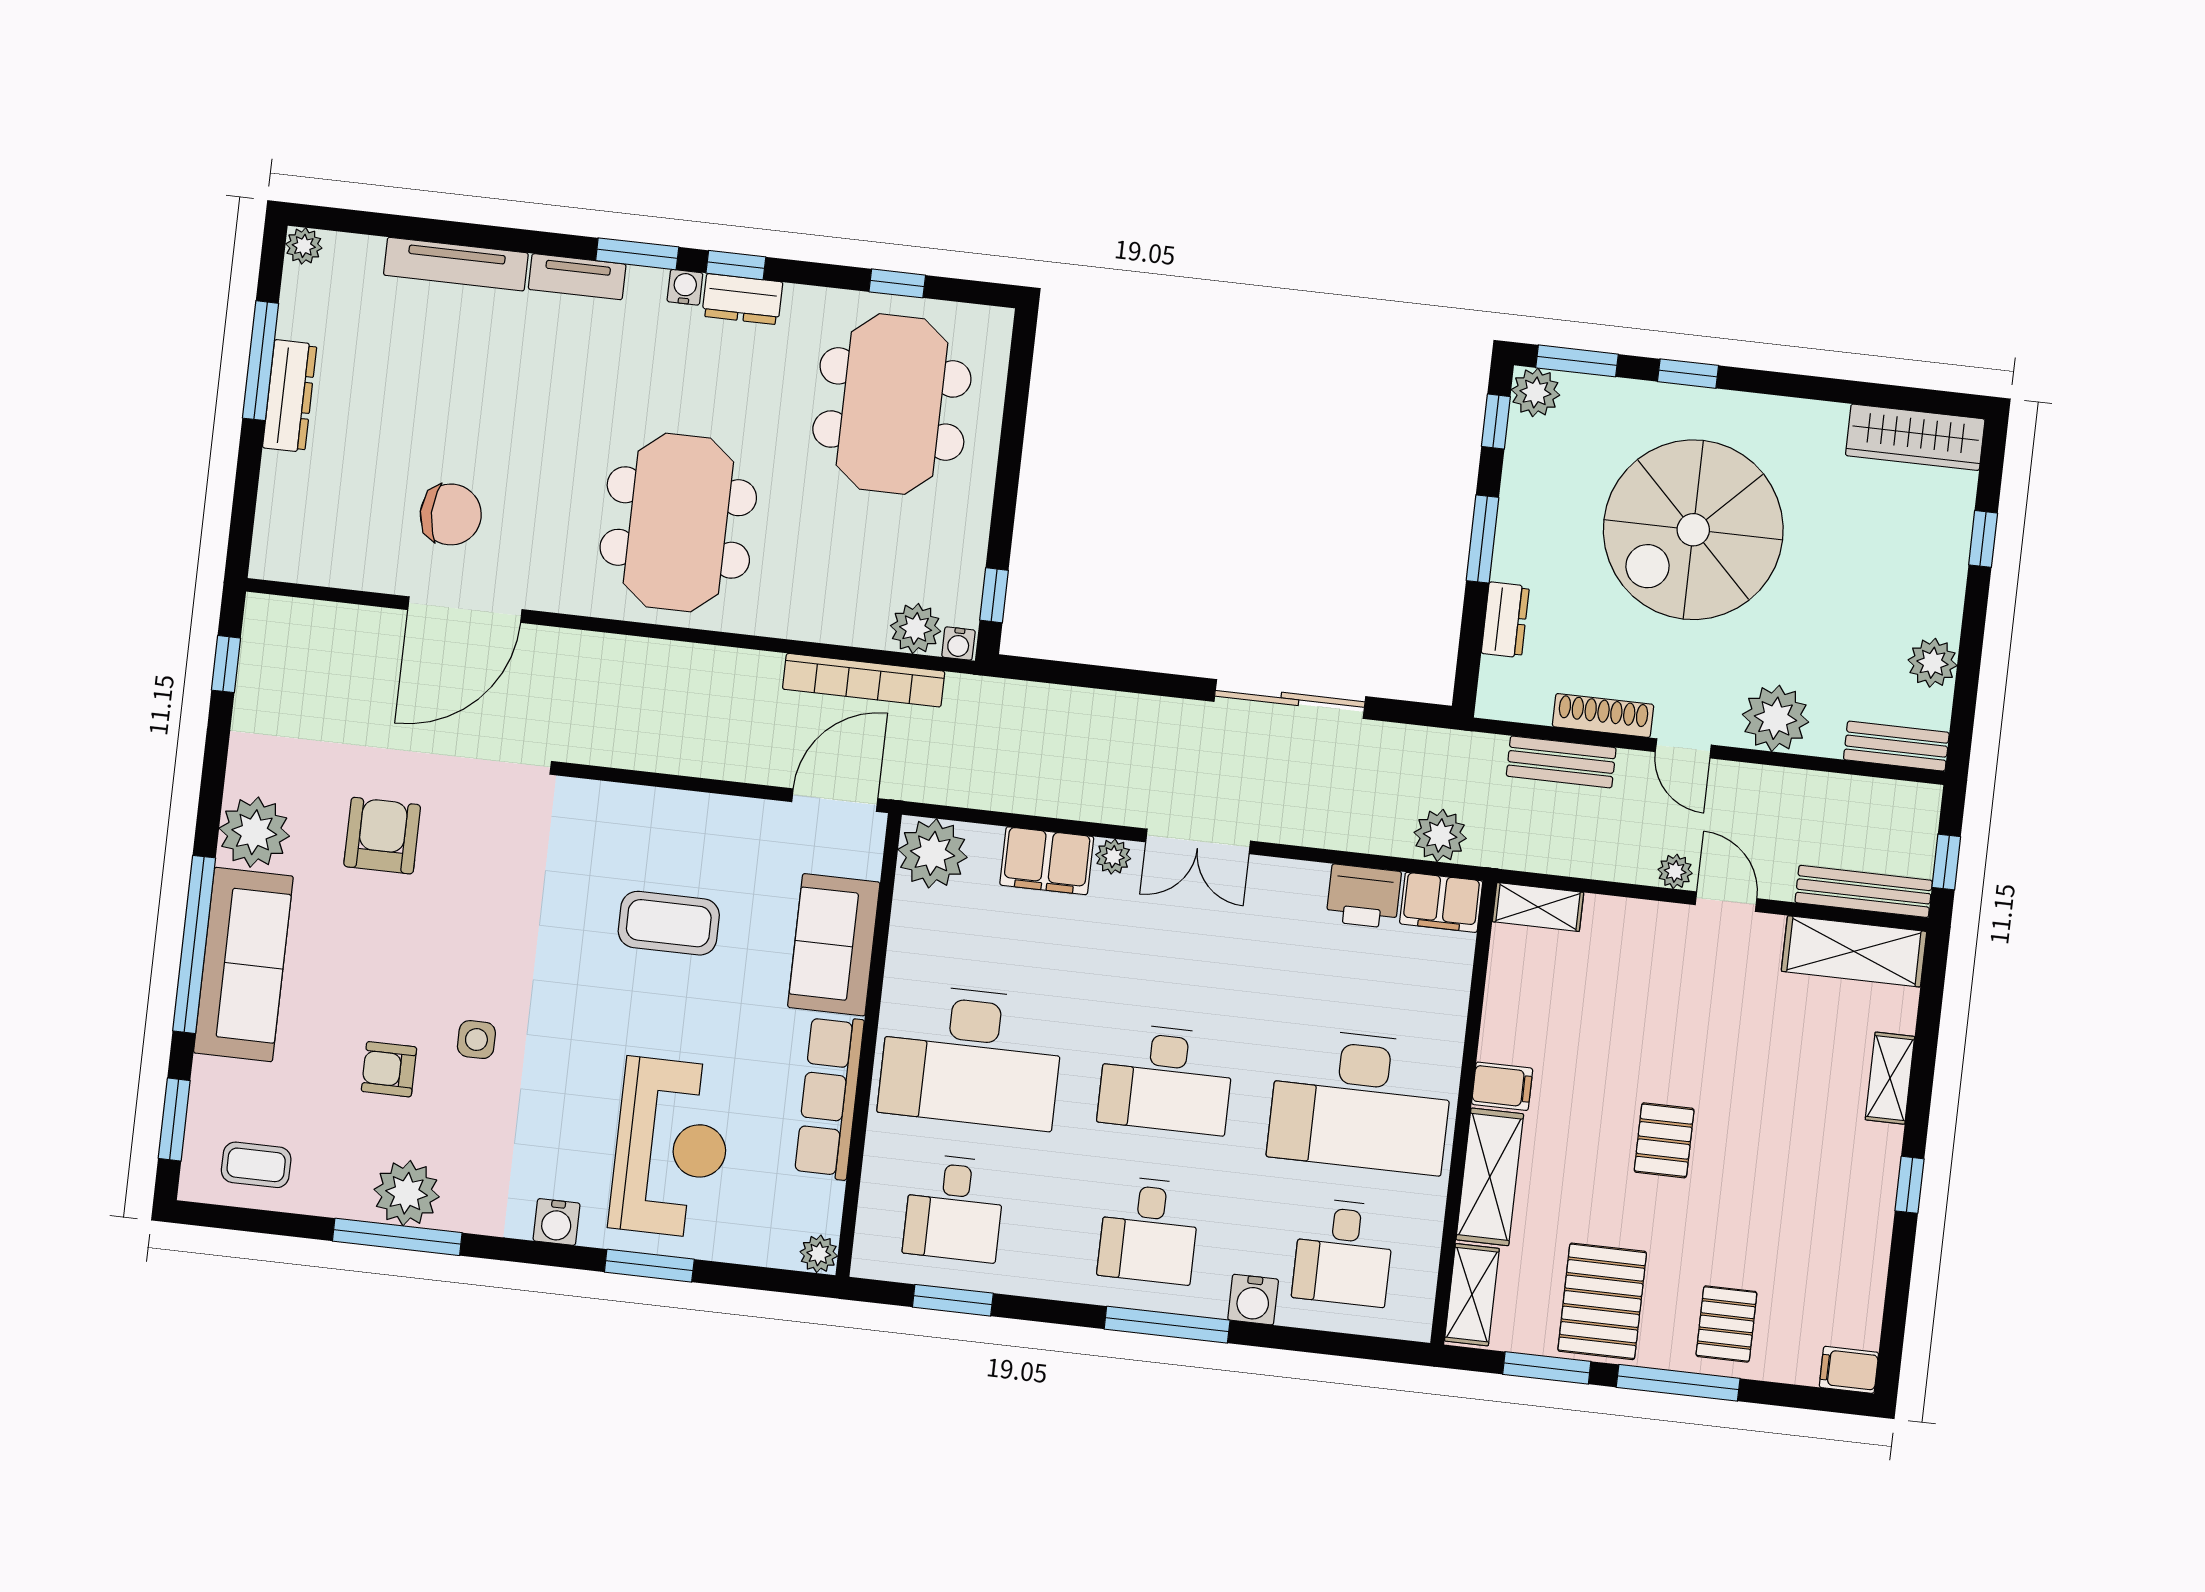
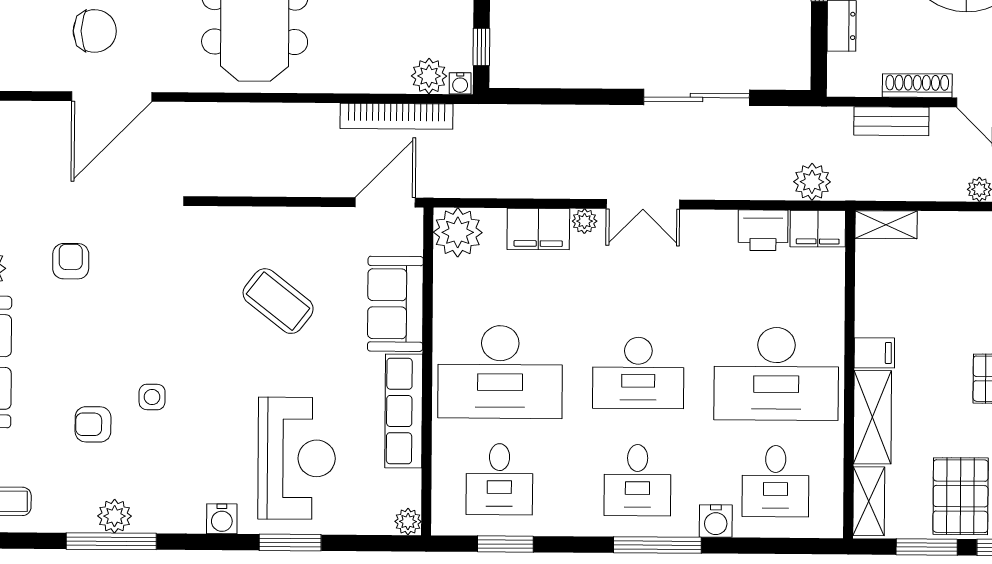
armchair: (382, 836) -> (71, 261), width x0.72, depth x0.72
coffee table: (669, 923) -> (278, 301), turned 38
plant: (407, 1193) -> (115, 516), width x0.73, depth x0.73

